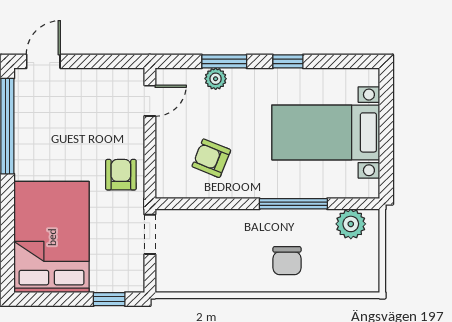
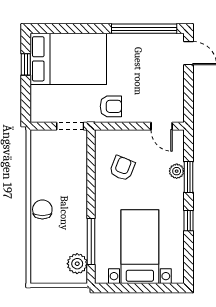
window: (293, 204) -> (91, 241), moved
chair: (287, 261) -> (42, 209), moved, turned 90
window: (109, 299) -> (26, 64), moved

